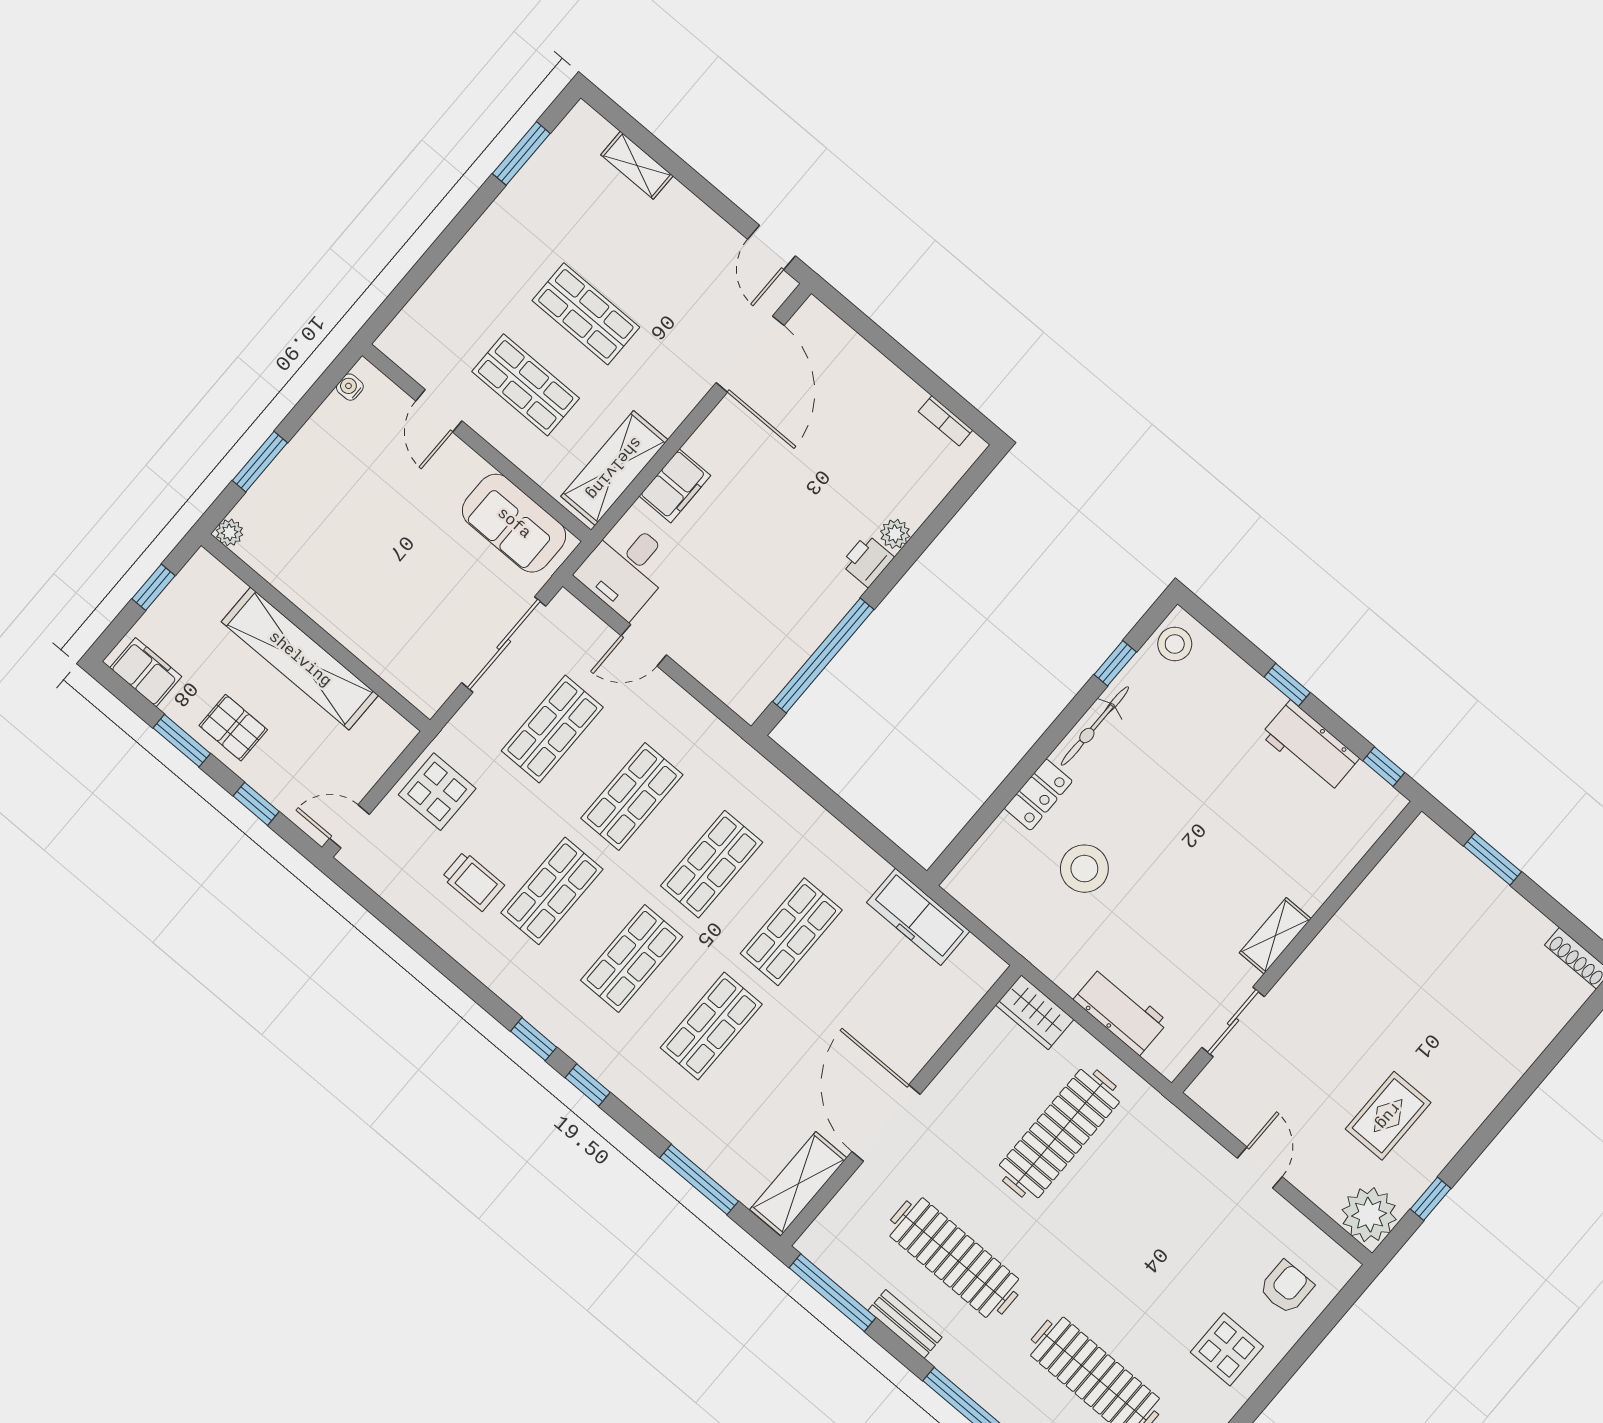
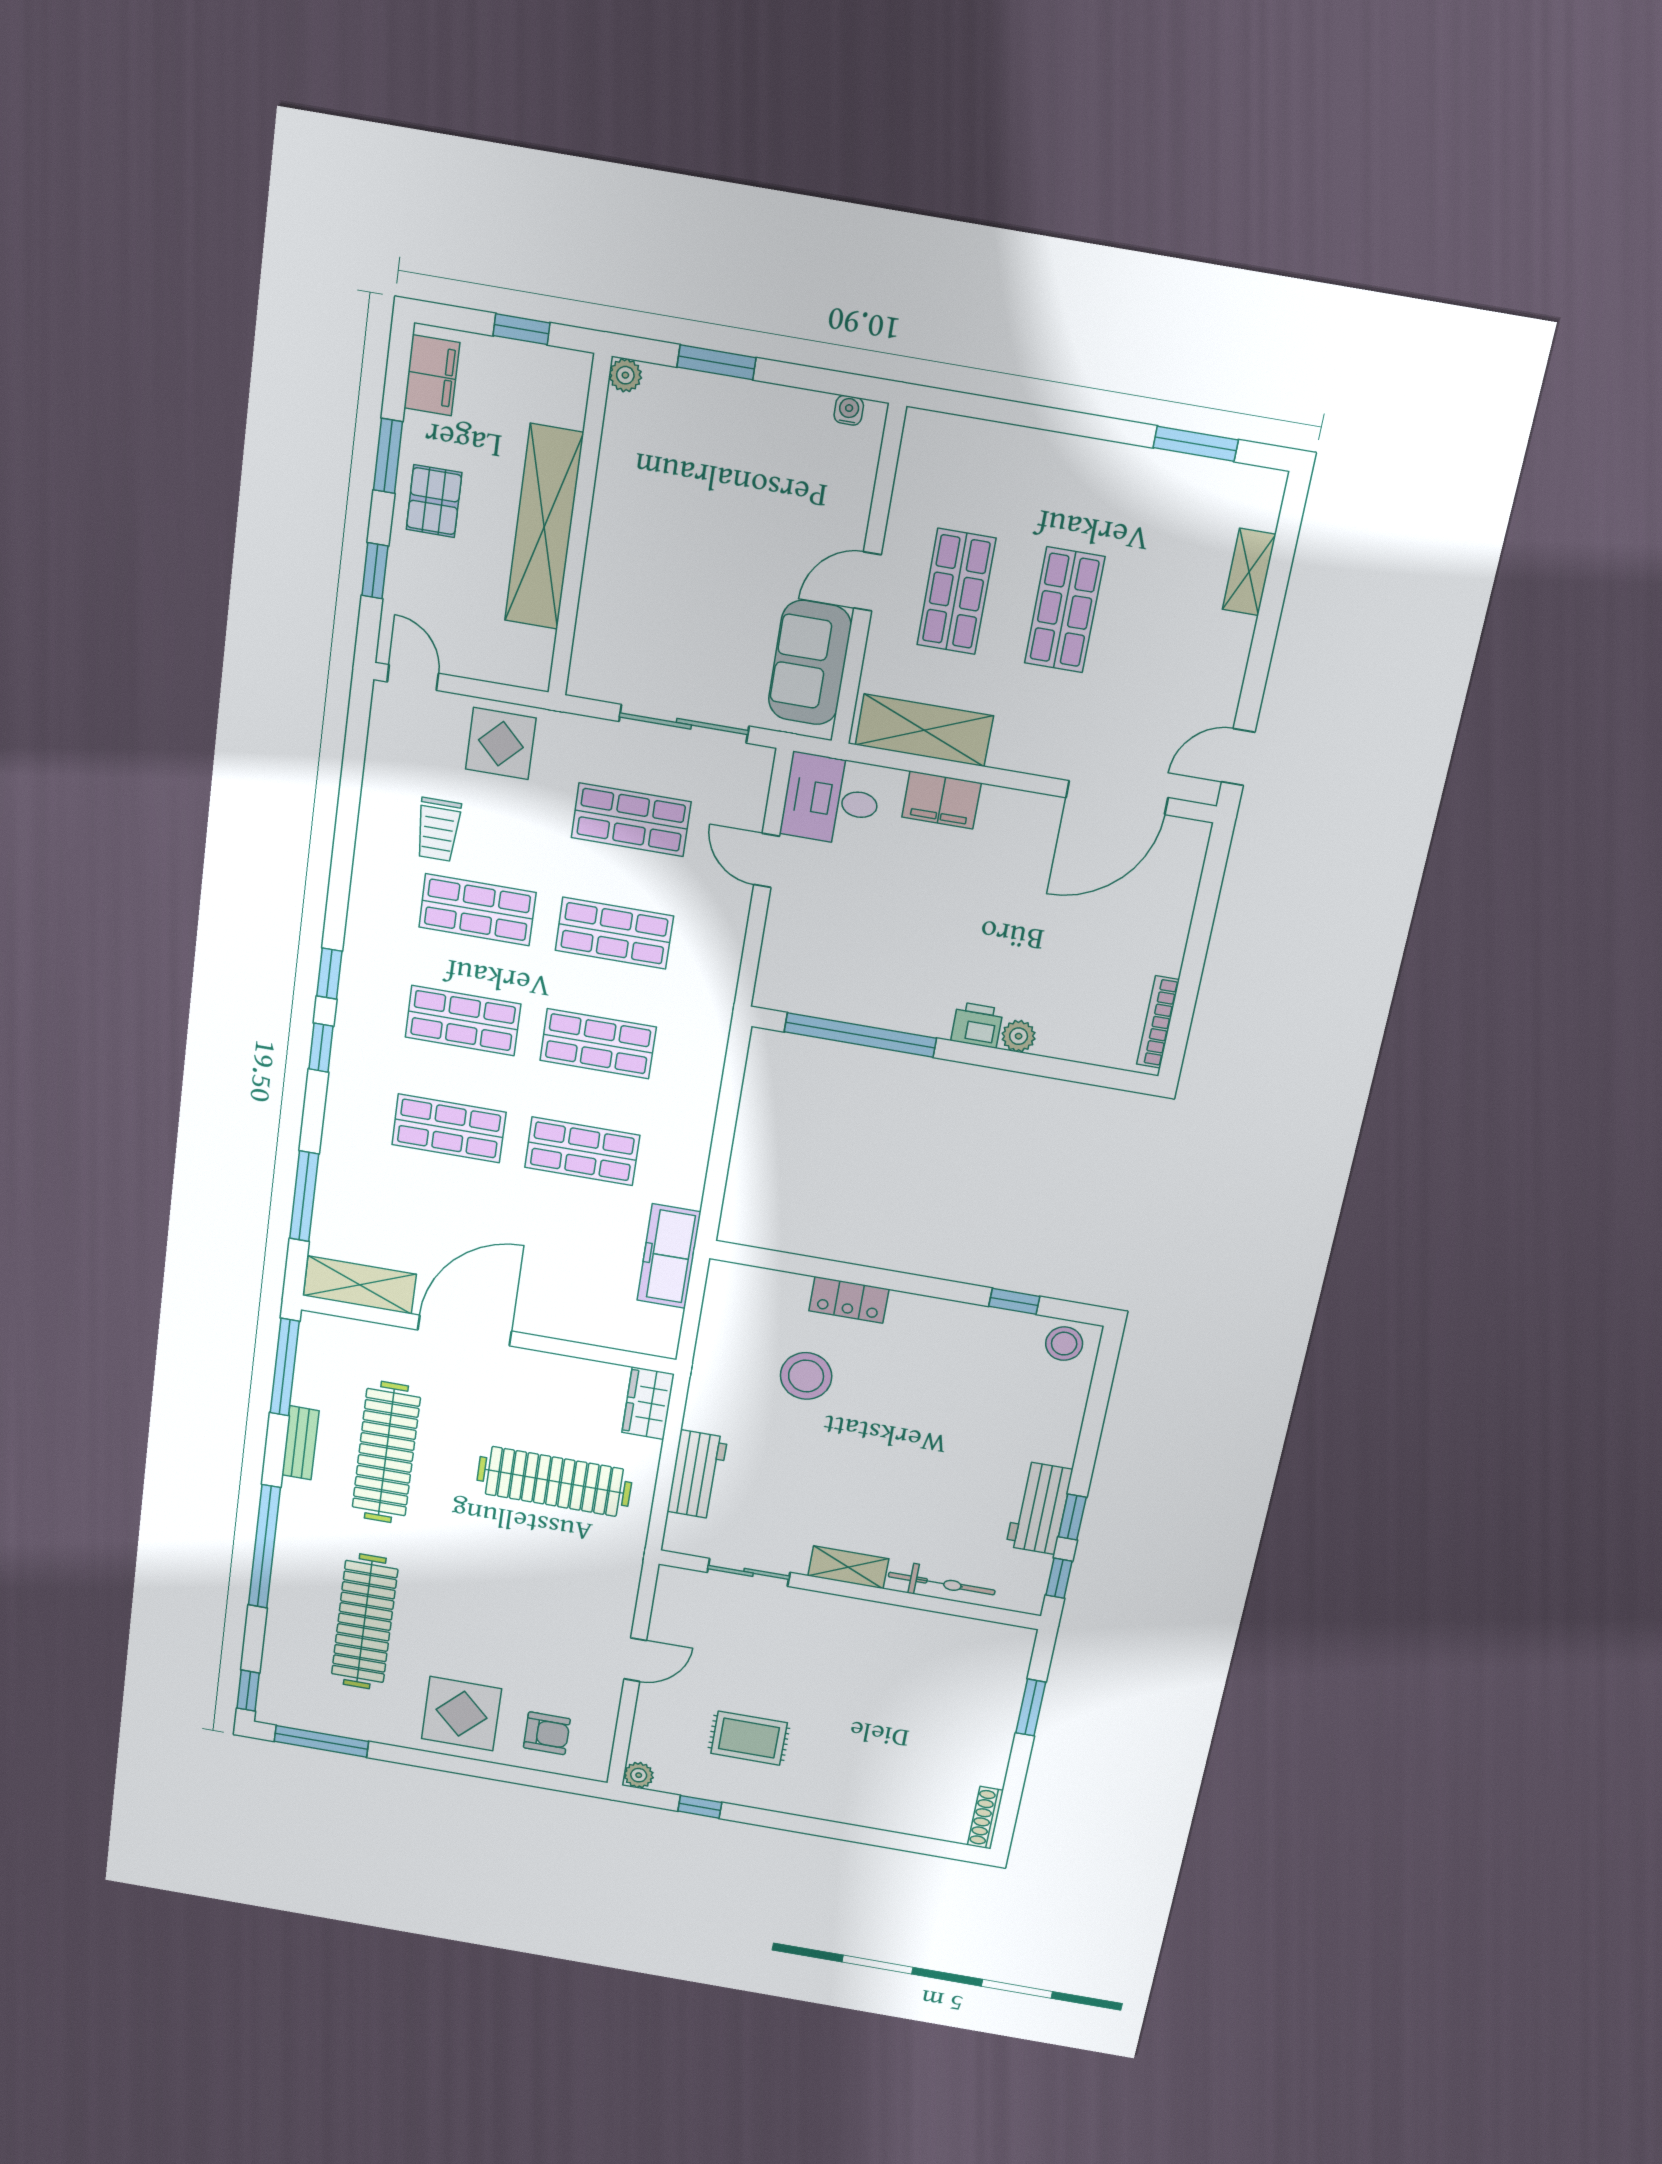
door: (439, 411) -> (867, 581), moved
bookcase: (946, 421) -> (1158, 1022), width x1.56
window: (1287, 685) -> (1072, 1517), moved
bicycle: (1095, 726) -> (942, 1584), moved, turned 180
plant: (1369, 1215) -> (639, 1775), width x0.53, depth x0.53
display table: (1227, 1349) -> (462, 1714), width x1.36, depth x1.36

